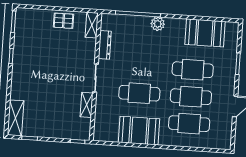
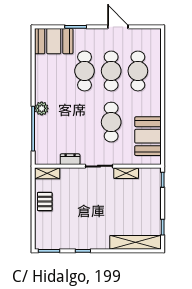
booth: (205, 33) -> (54, 41), moved, turned 90
dresser: (105, 45) -> (70, 159), width x0.70
shelving: (16, 118) -> (135, 242), width x1.47
booth: (139, 131) -> (148, 136), moved

